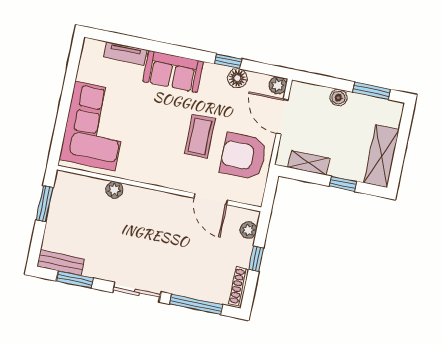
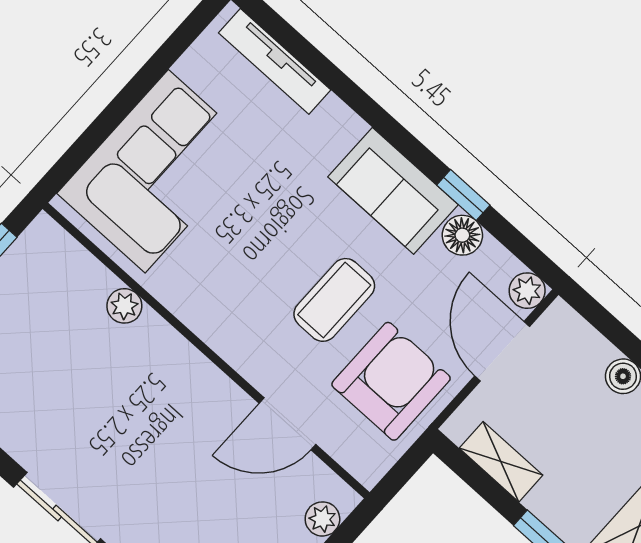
tv unit: (125, 53) -> (275, 61), width x1.41
sofa: (173, 72) -> (393, 191), moved
armchair: (243, 156) -> (391, 381), turned 90
door: (211, 199) -> (288, 424), hinge flipped

